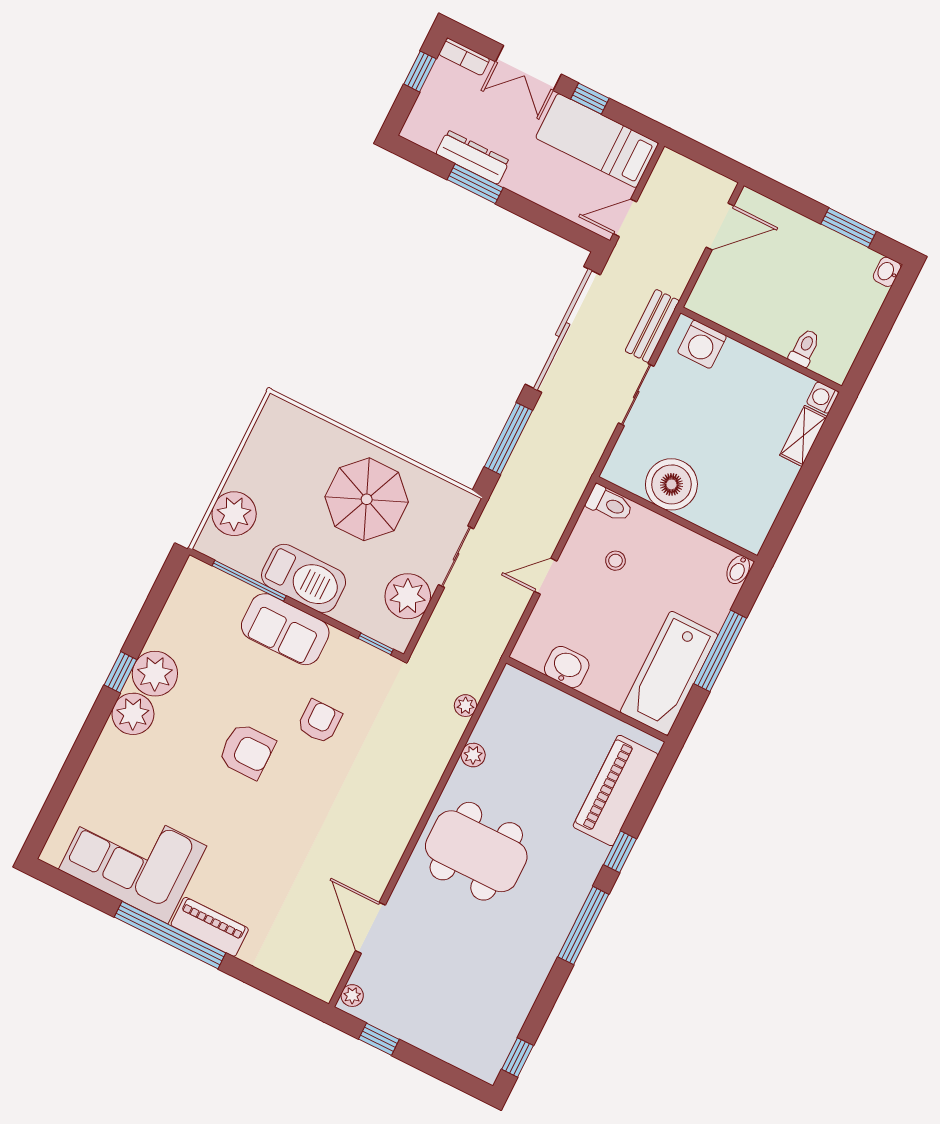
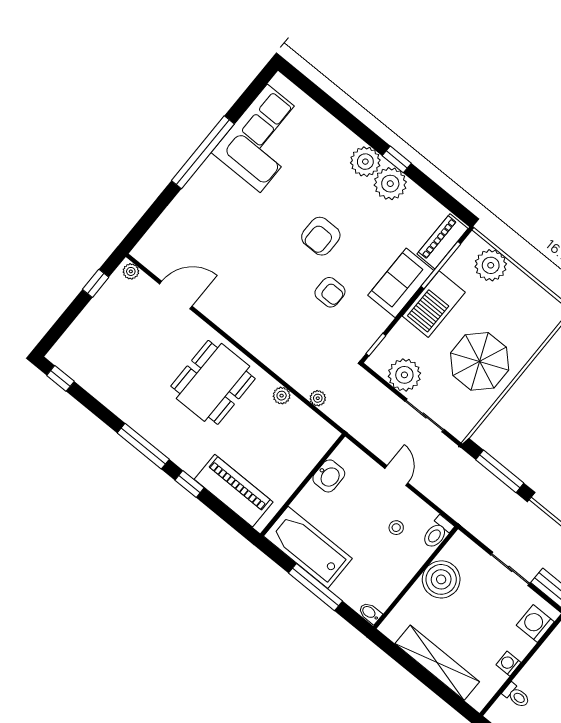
washing machine: (823, 398) -> (509, 664), moved, turned -90
shelving: (803, 436) -> (437, 663), width x2.20, depth x1.33
piano: (210, 927) -> (442, 241), moved, turned 180

